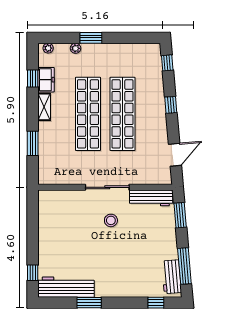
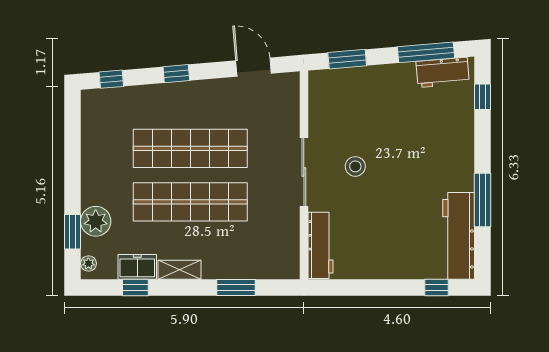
window: (91, 38) -> (73, 232), moved
plant: (75, 48) -> (96, 221), width x1.88, depth x1.88
workbench: (151, 198) -> (320, 245), moved
window: (89, 303) -> (483, 200), width x1.44

